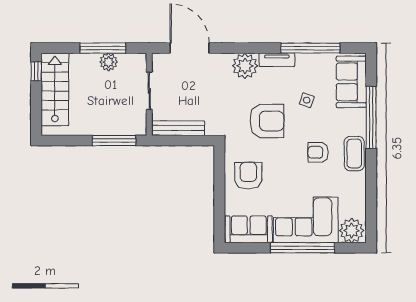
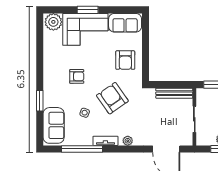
plant: (245, 66) -> (128, 141), width x0.53, depth x0.53
window: (371, 117) -> (40, 101), width x0.47
armchair: (267, 121) -> (112, 98), turned 55
coffee table: (354, 154) -> (52, 75), removed
window: (302, 248) -> (88, 10), width x0.47

